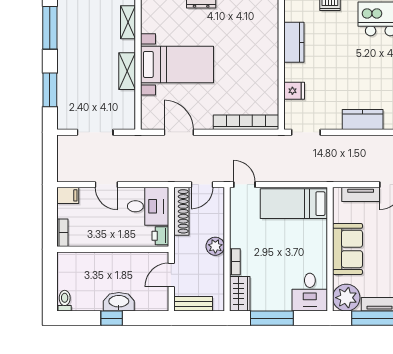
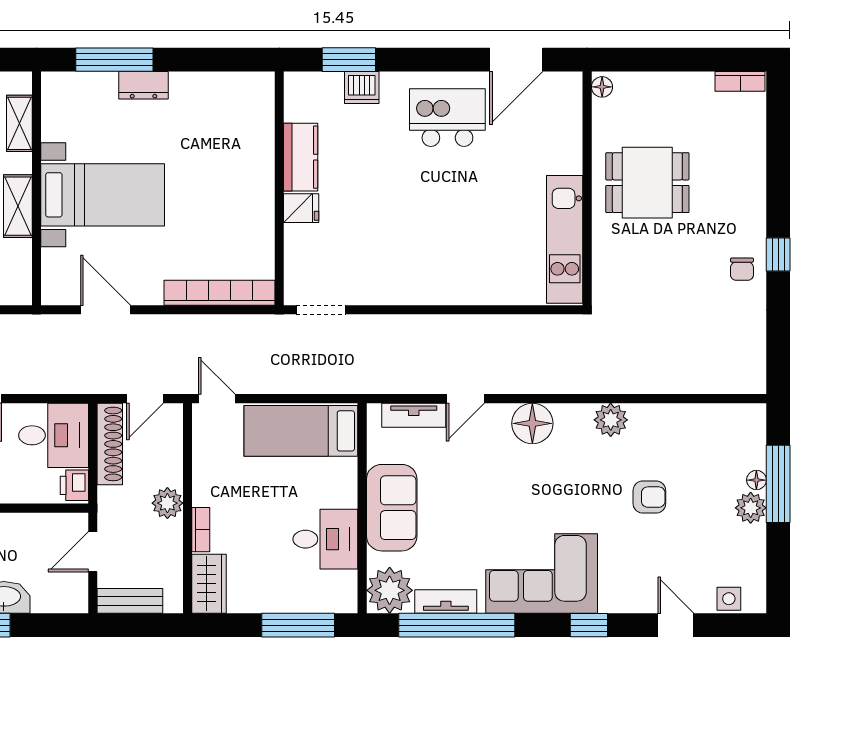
fridge: (294, 91) -> (301, 208), moved
kitchen counter: (363, 120) -> (417, 288), removed
desk: (310, 292) -> (325, 539), moved, turned -90
window: (272, 318) -> (298, 625), moved

